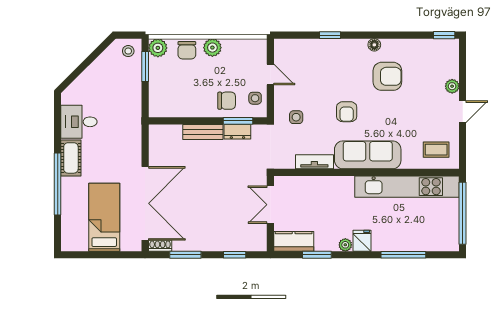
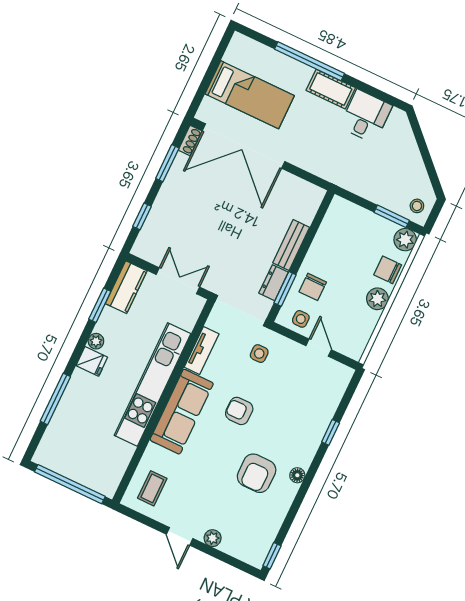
door: (270, 74) -> (319, 348), swing flipped
kitchen unit: (407, 187) -> (153, 385), moved

